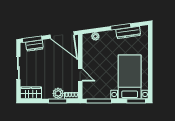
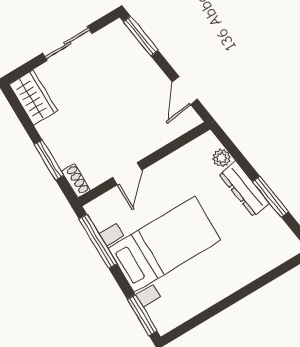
dresser: (128, 32) -> (244, 189), moved
door: (62, 35) -> (185, 91), width x0.53
dresser: (34, 46) -> (131, 49), removed
bed with nightstands: (130, 77) -> (164, 244), moved
plant: (58, 93) -> (65, 152), removed

